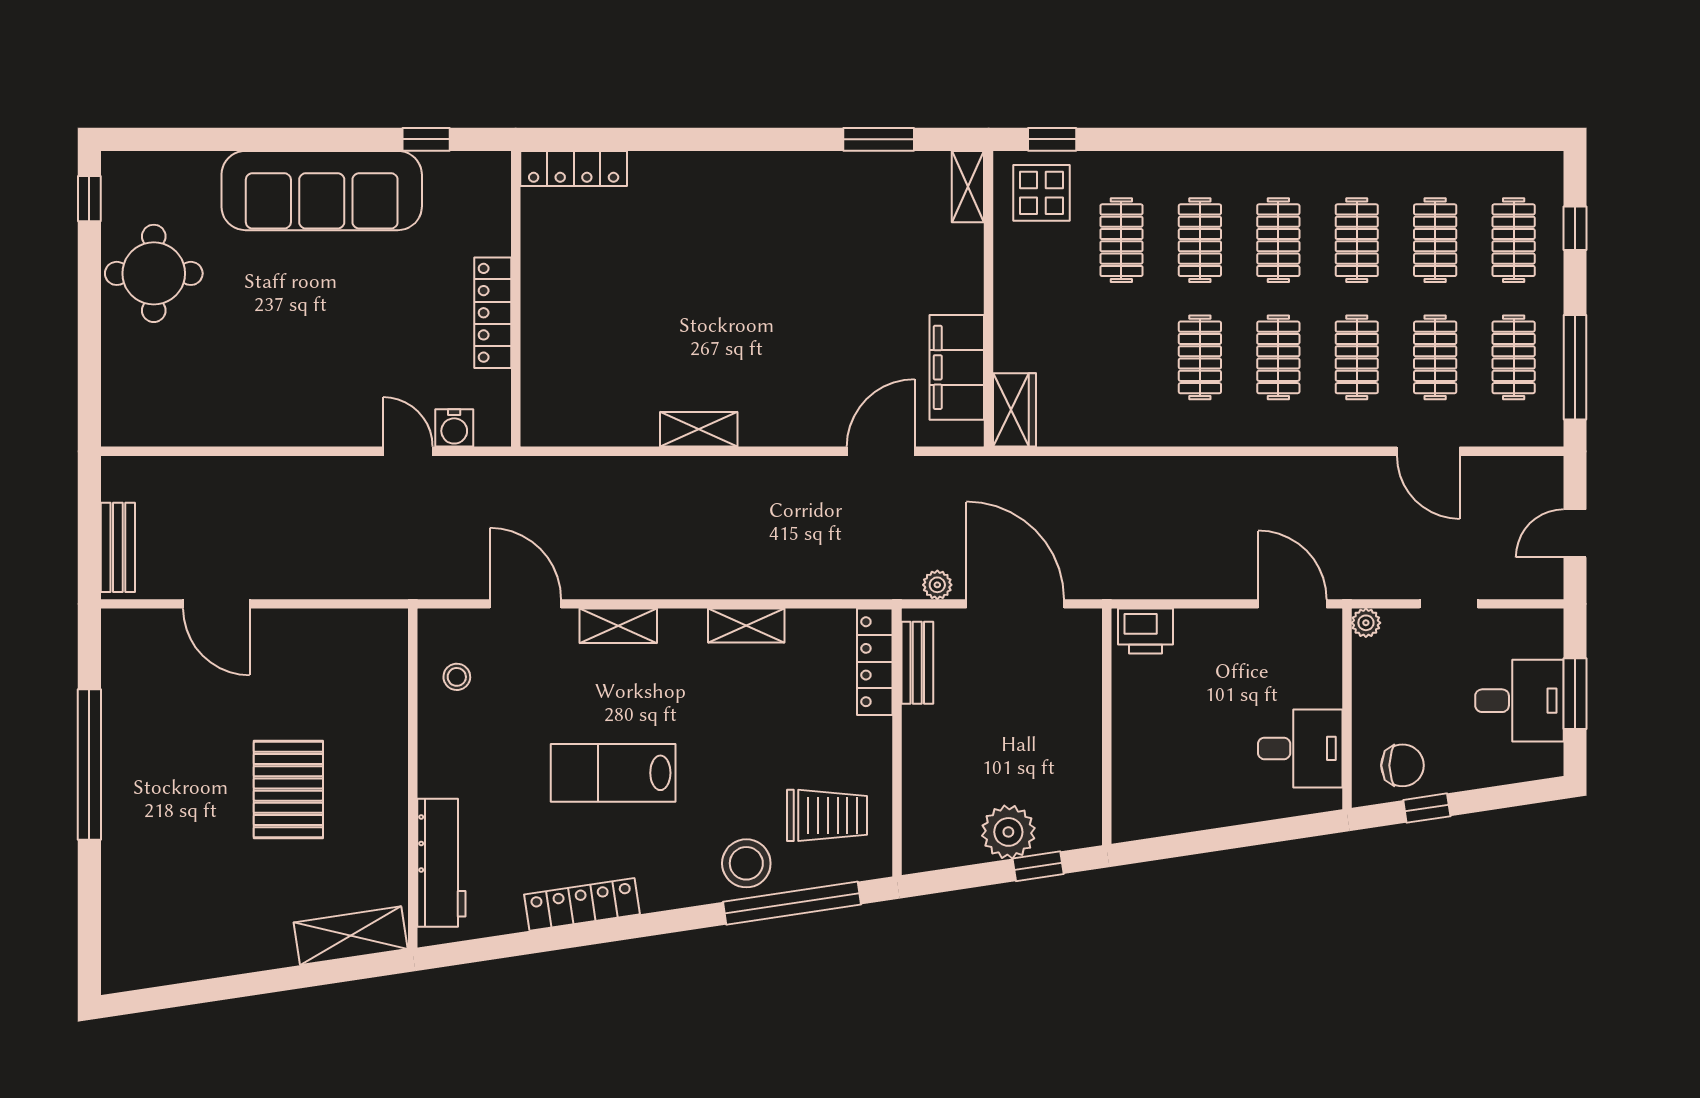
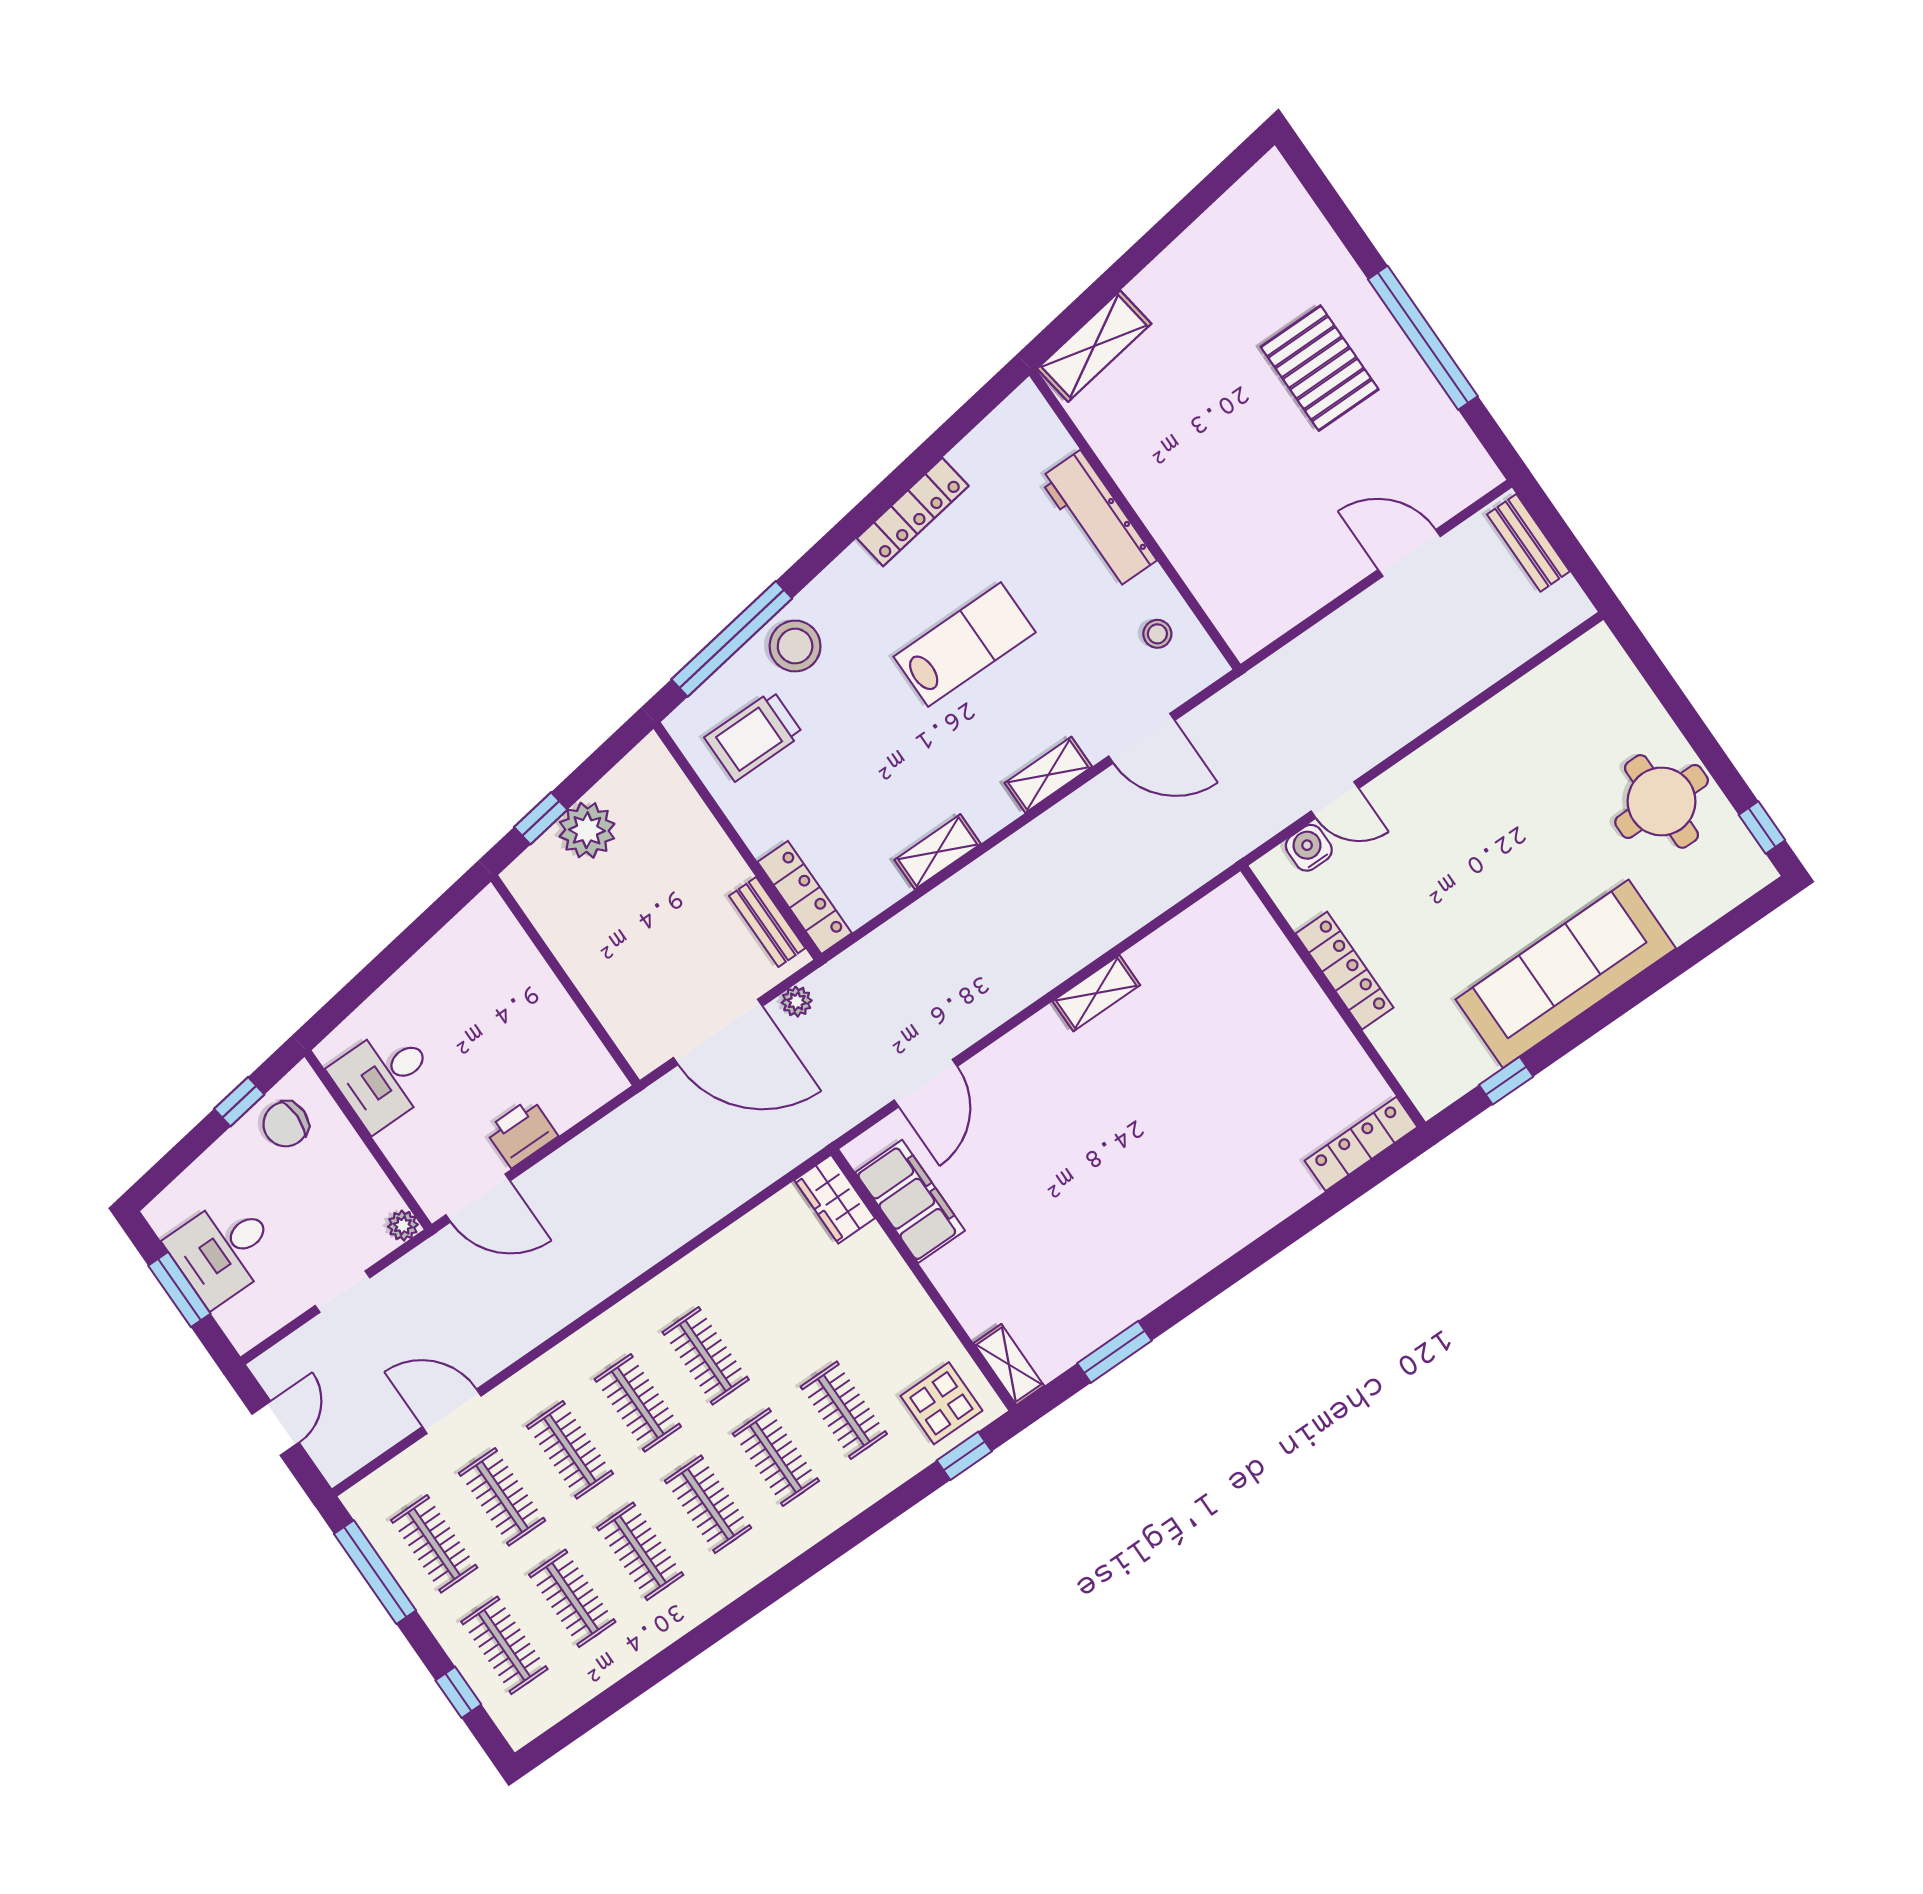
printer: (1146, 631) -> (521, 1133), moved
pallet: (288, 790) -> (1320, 368), moved
workbench: (441, 863) -> (1098, 519), moved

